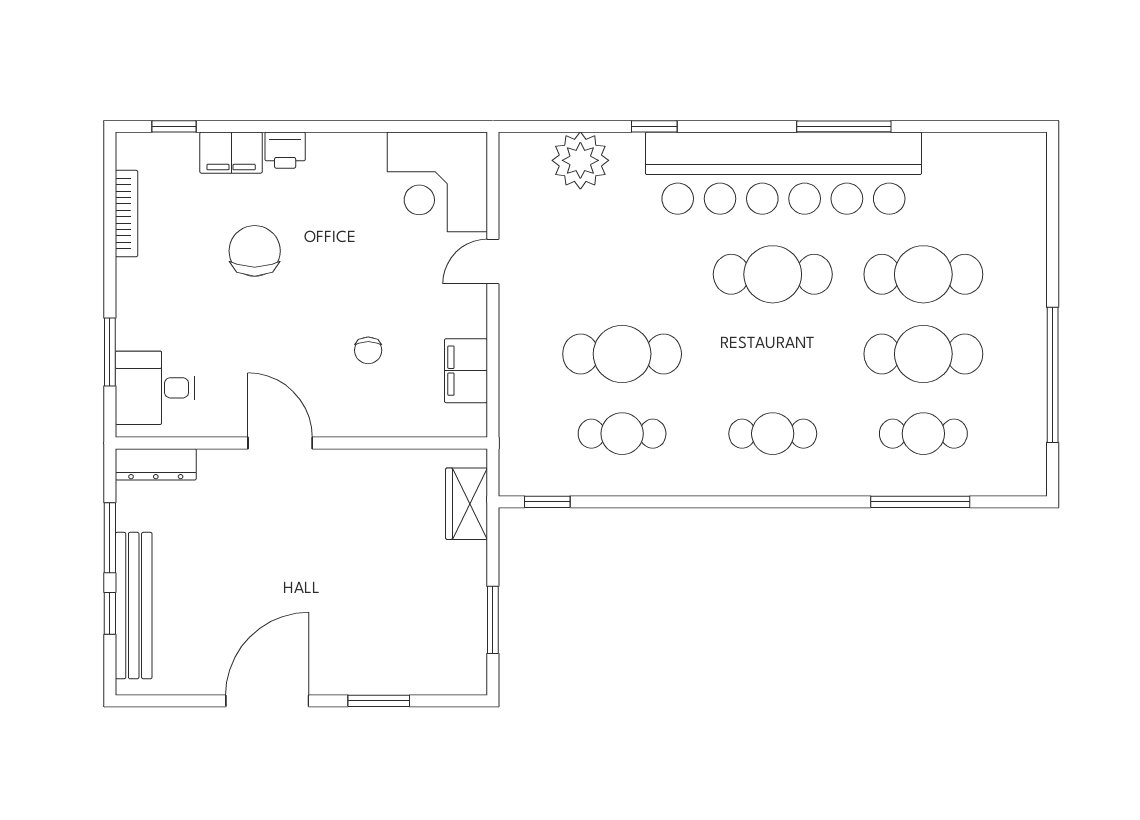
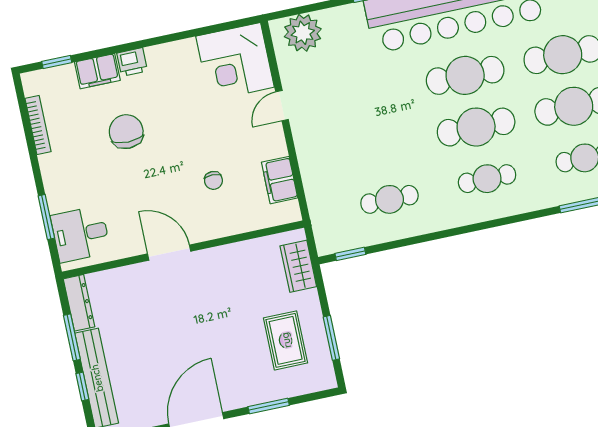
plant: (580, 160) -> (303, 33), moved
cafe table: (622, 354) -> (476, 127), moved
dresser: (156, 464) -> (79, 303), moved, turned -90
rug: (424, 609) -> (286, 340), added

